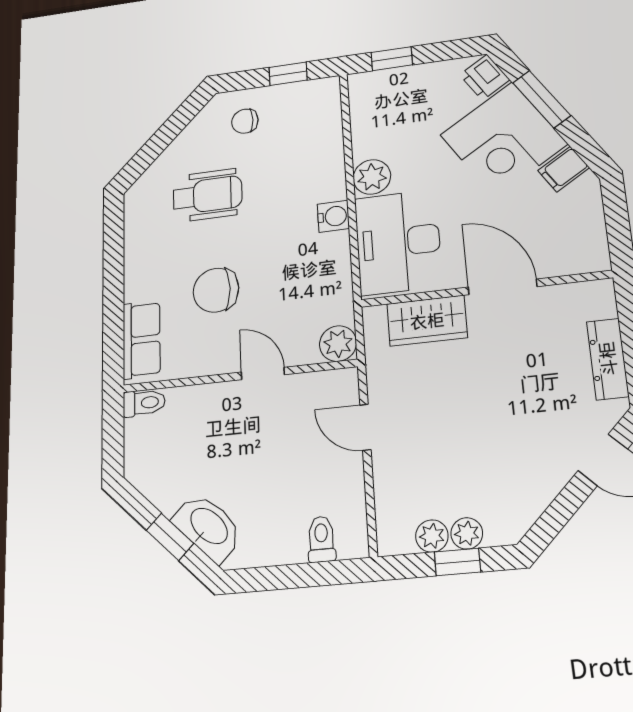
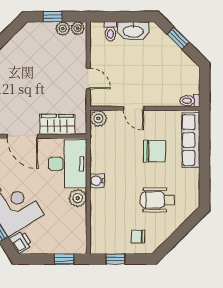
chair: (245, 121) -> (138, 237), turned 180
row of seats: (142, 340) -> (191, 140), width x1.48
washbasin: (208, 527) -> (133, 31), moved, turned -45
plant: (467, 533) -> (78, 28), moved

